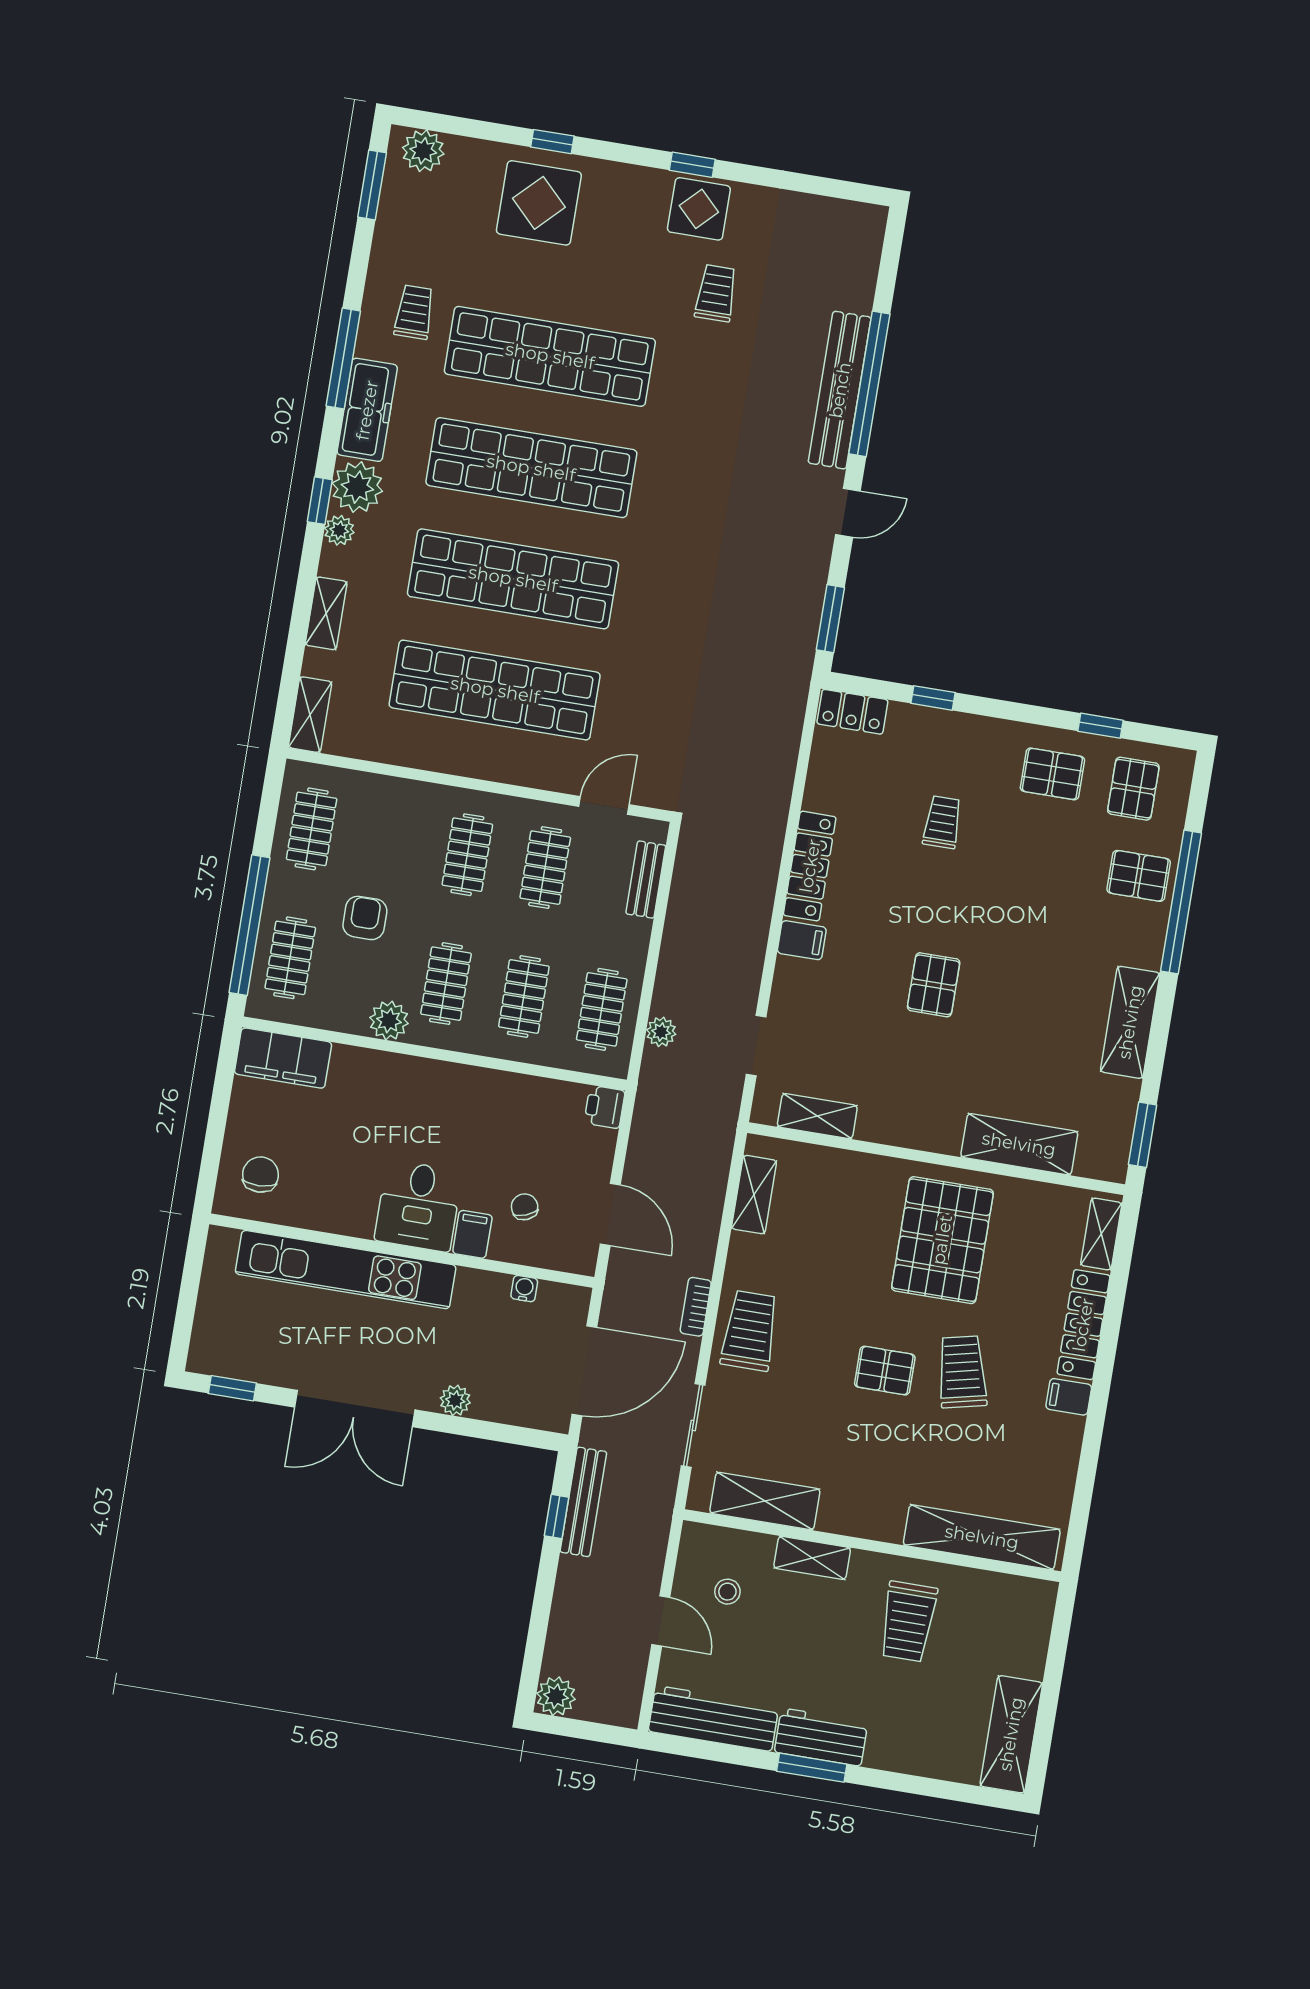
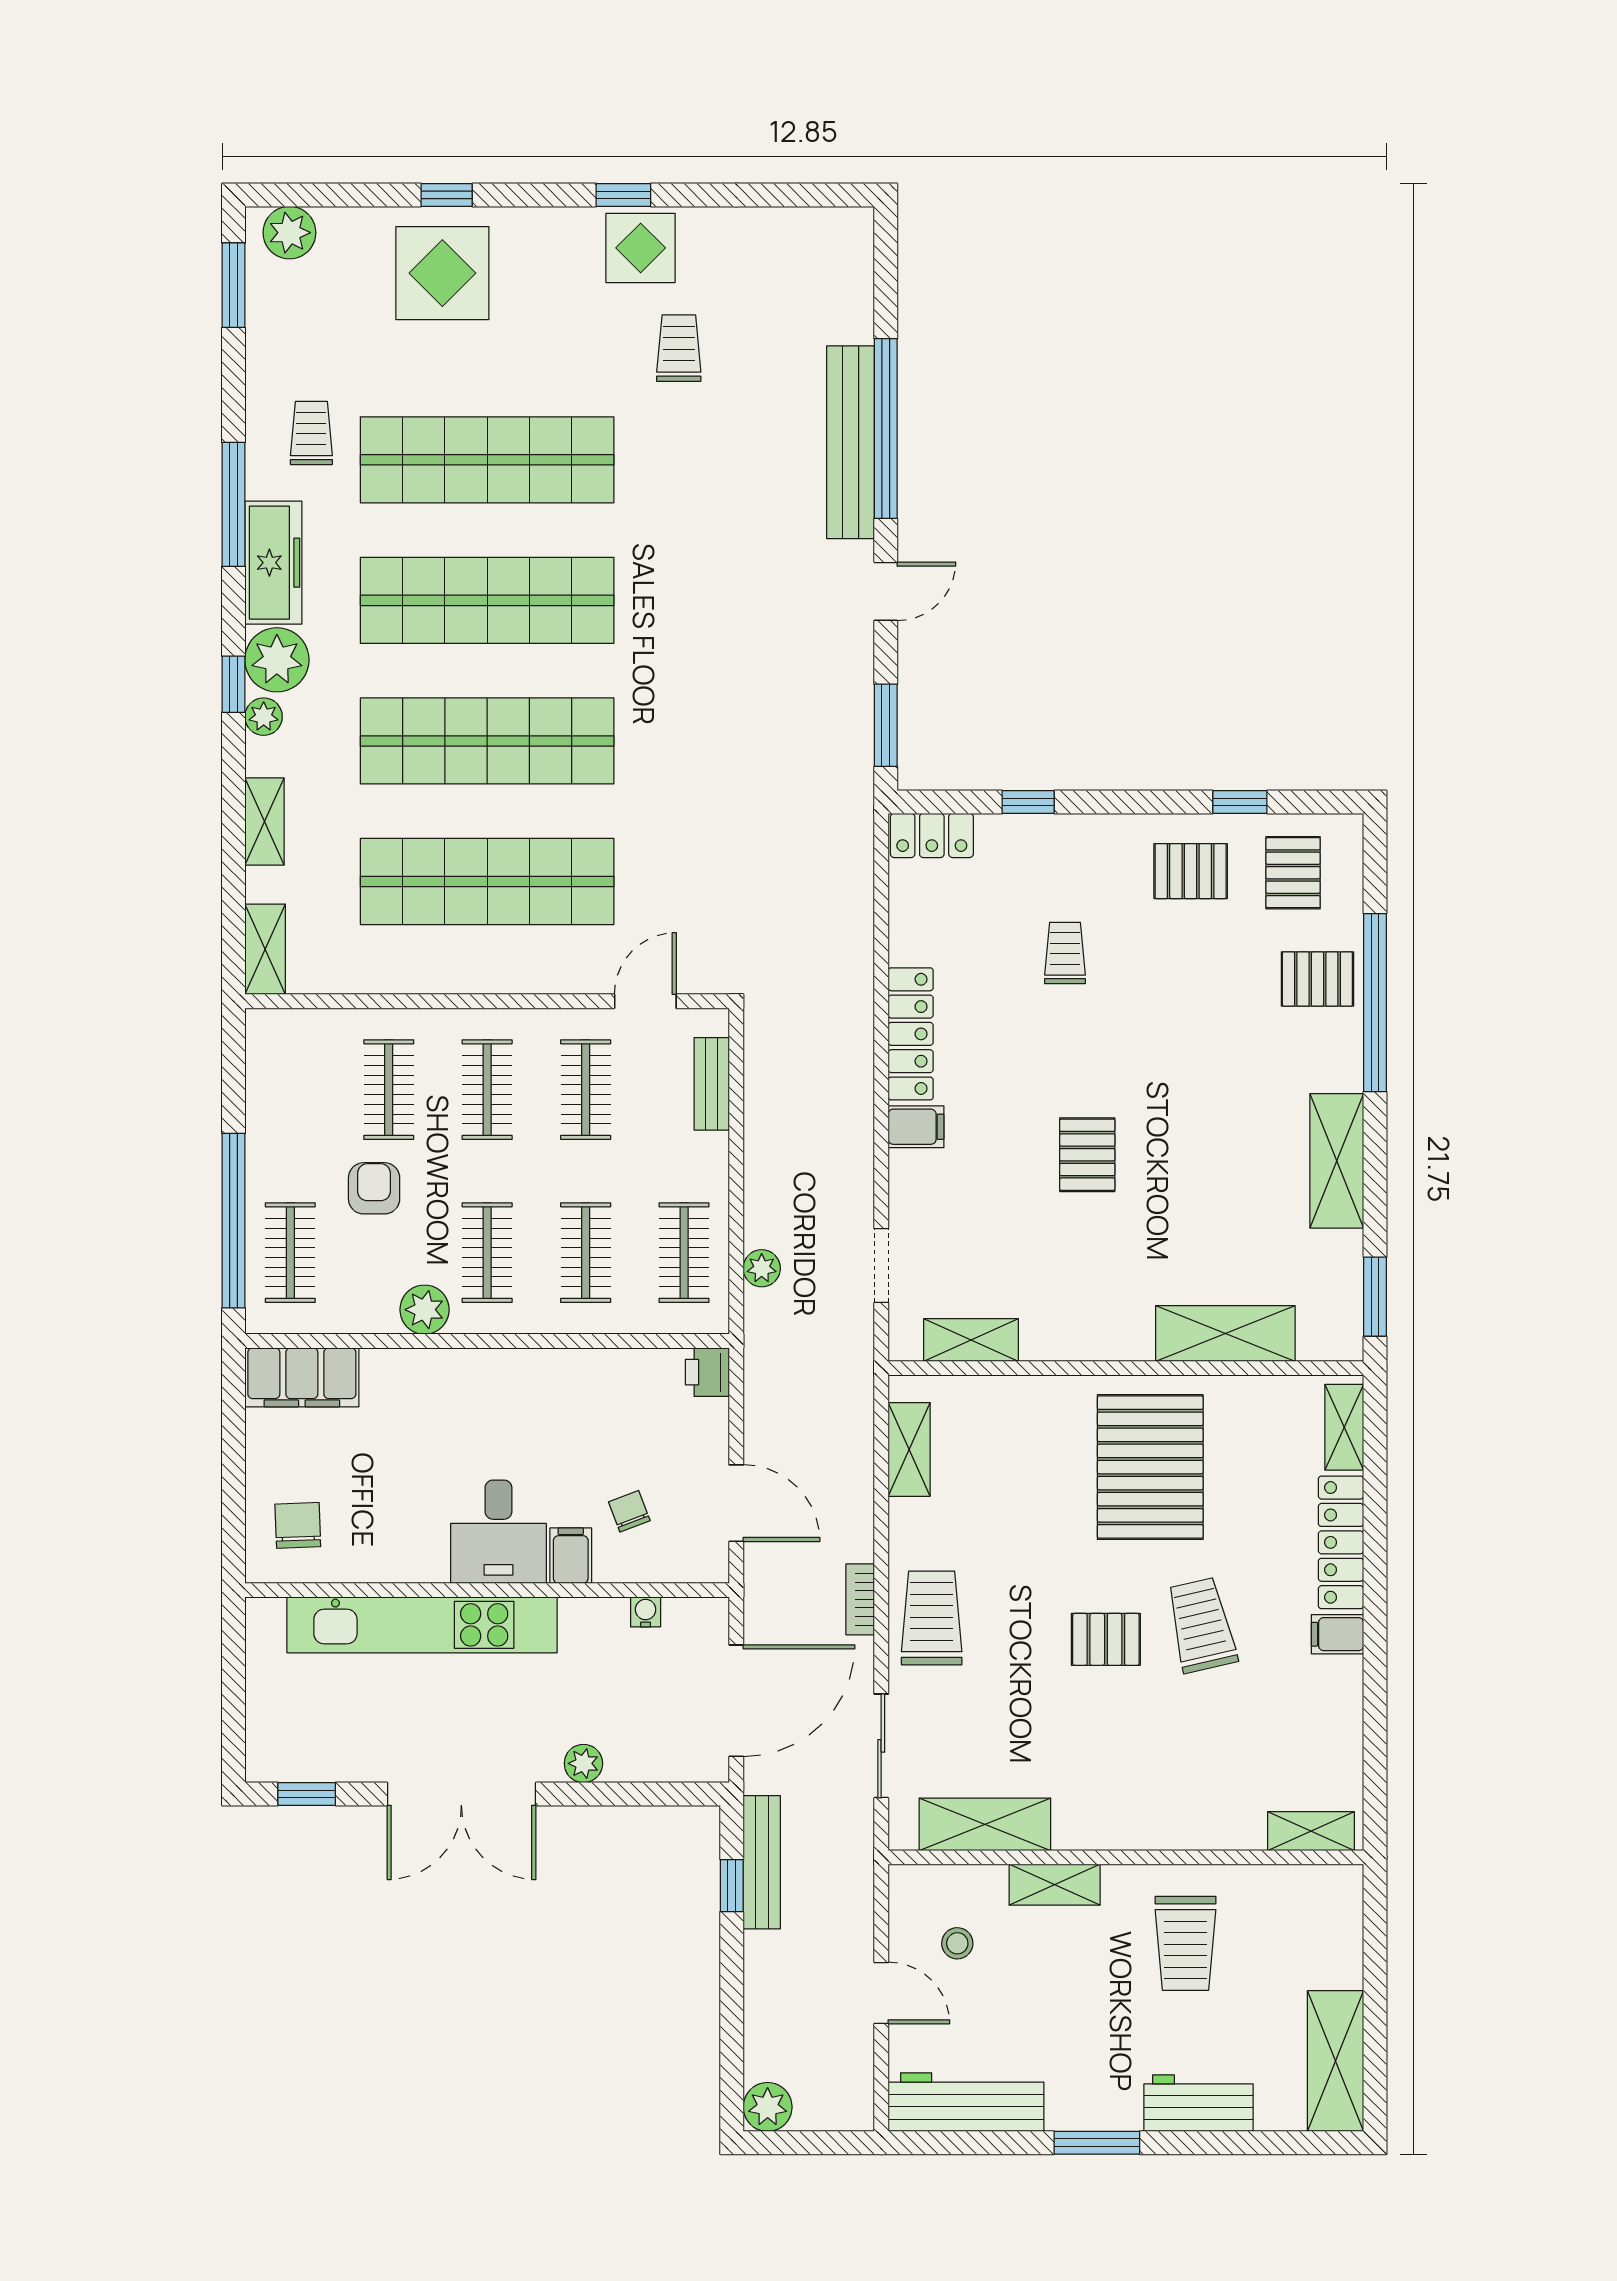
clothes rail: (312, 829) -> (389, 1090), moved
shelving: (982, 1537) -> (1311, 1831), width x0.45, depth x0.75
workbench: (821, 1737) -> (1199, 2103), moved

